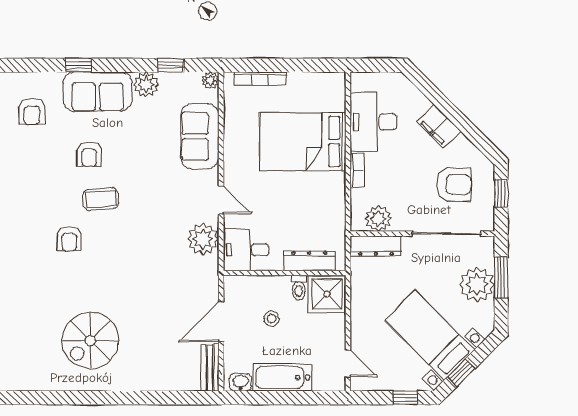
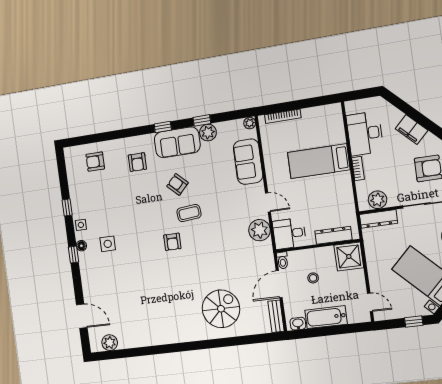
window: (171, 65) -> (202, 120), moved
bed: (303, 142) -> (319, 161), width x0.67
armchair: (89, 154) -> (177, 184), turned 134
toilet: (299, 287) -> (283, 260), moved
spiral stairs: (90, 340) -> (221, 309), moved, turned 180

